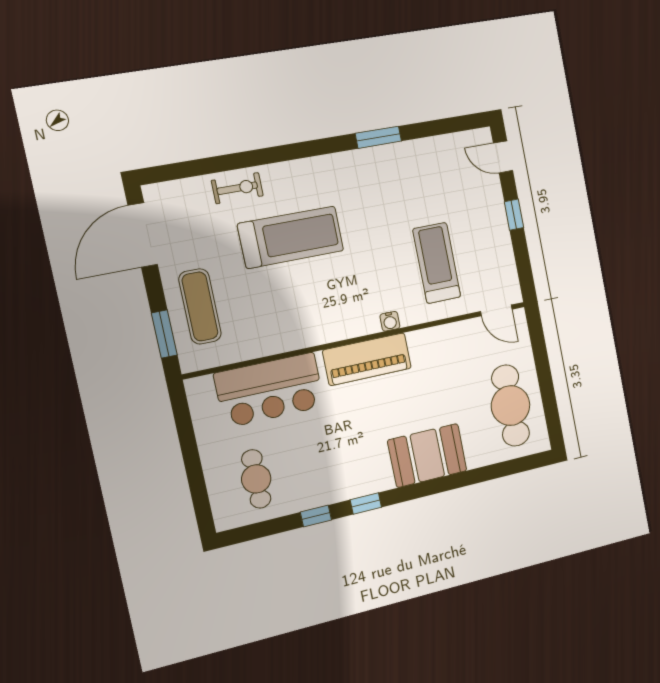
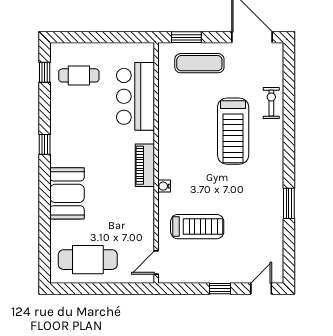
exercise bike: (237, 188) -> (271, 103), turned 180
piano: (367, 359) -> (145, 165), width x0.73, depth x0.75
window: (316, 516) -> (45, 72), moved

